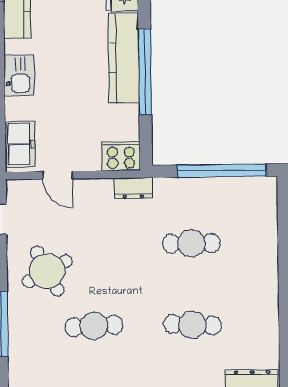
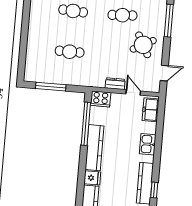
window: (145, 72) -> (86, 124), moved
window: (222, 171) -> (51, 87), width x0.68
dresser: (133, 188) -> (115, 84), moved

